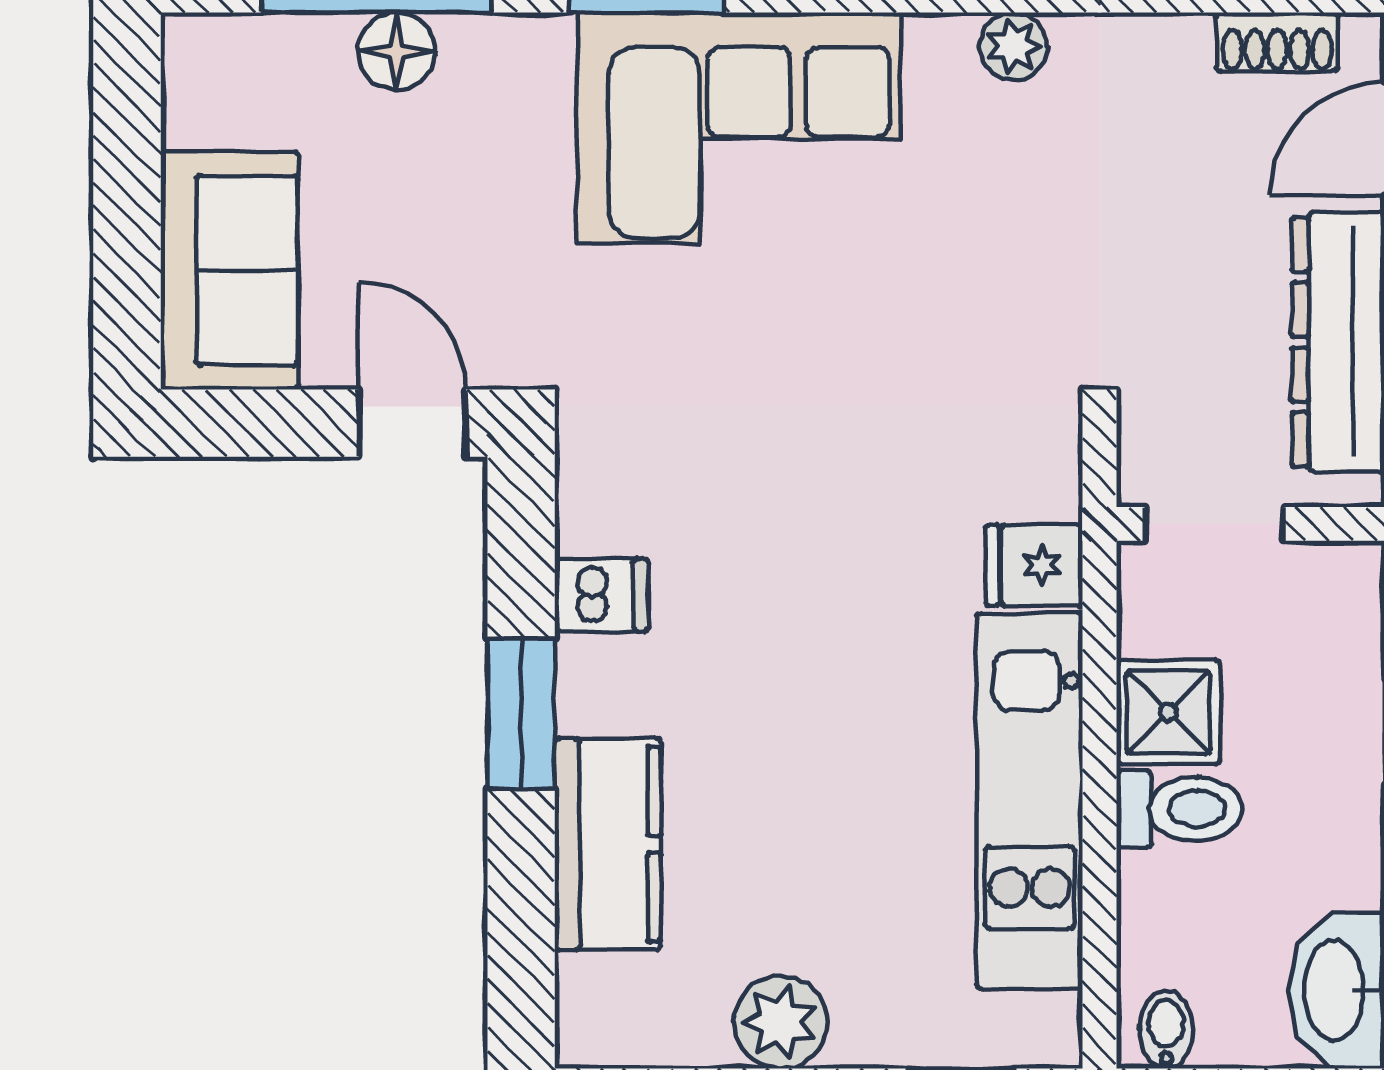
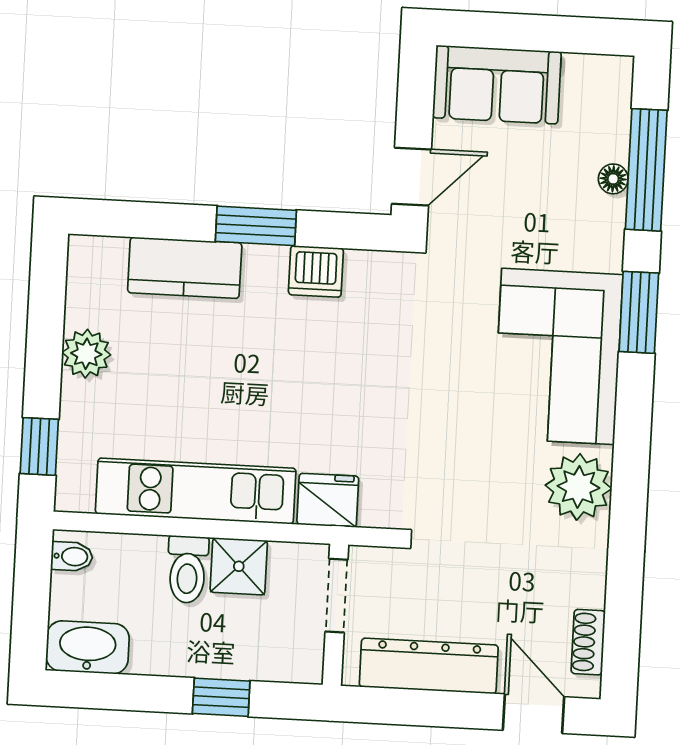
plant: (1014, 46) -> (578, 487), width x1.88, depth x1.88
floor lamp: (396, 51) -> (613, 179), width x0.73, depth x0.73
fridge: (1034, 565) -> (328, 500), width x1.38
dishwasher: (601, 595) -> (316, 271), width x1.38

